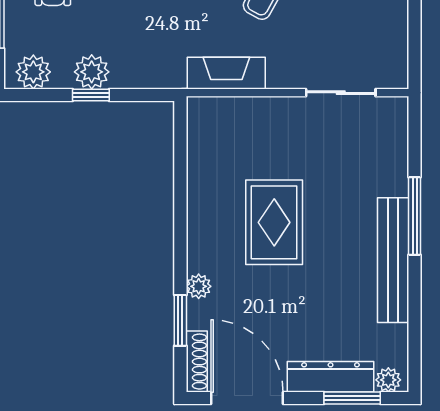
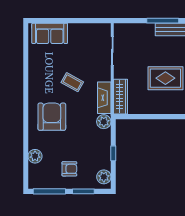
plant: (92, 72) -> (104, 122), moved
wardrobe: (229, 113) -> (121, 97), added

